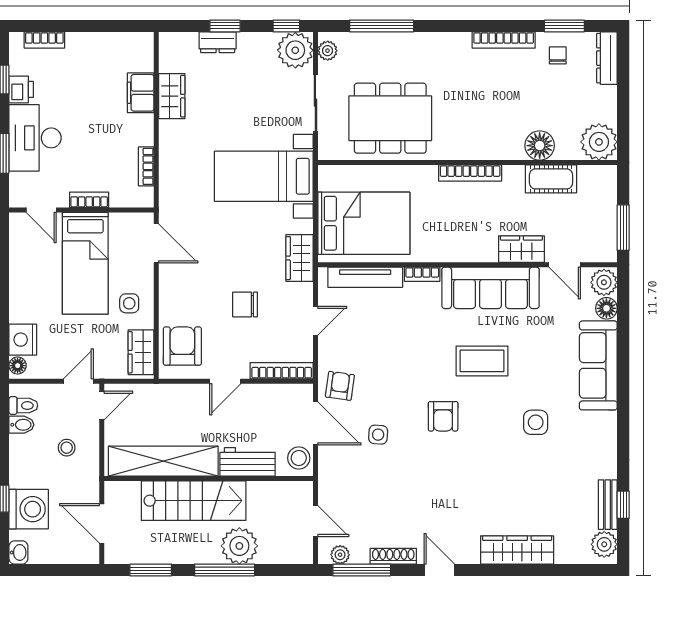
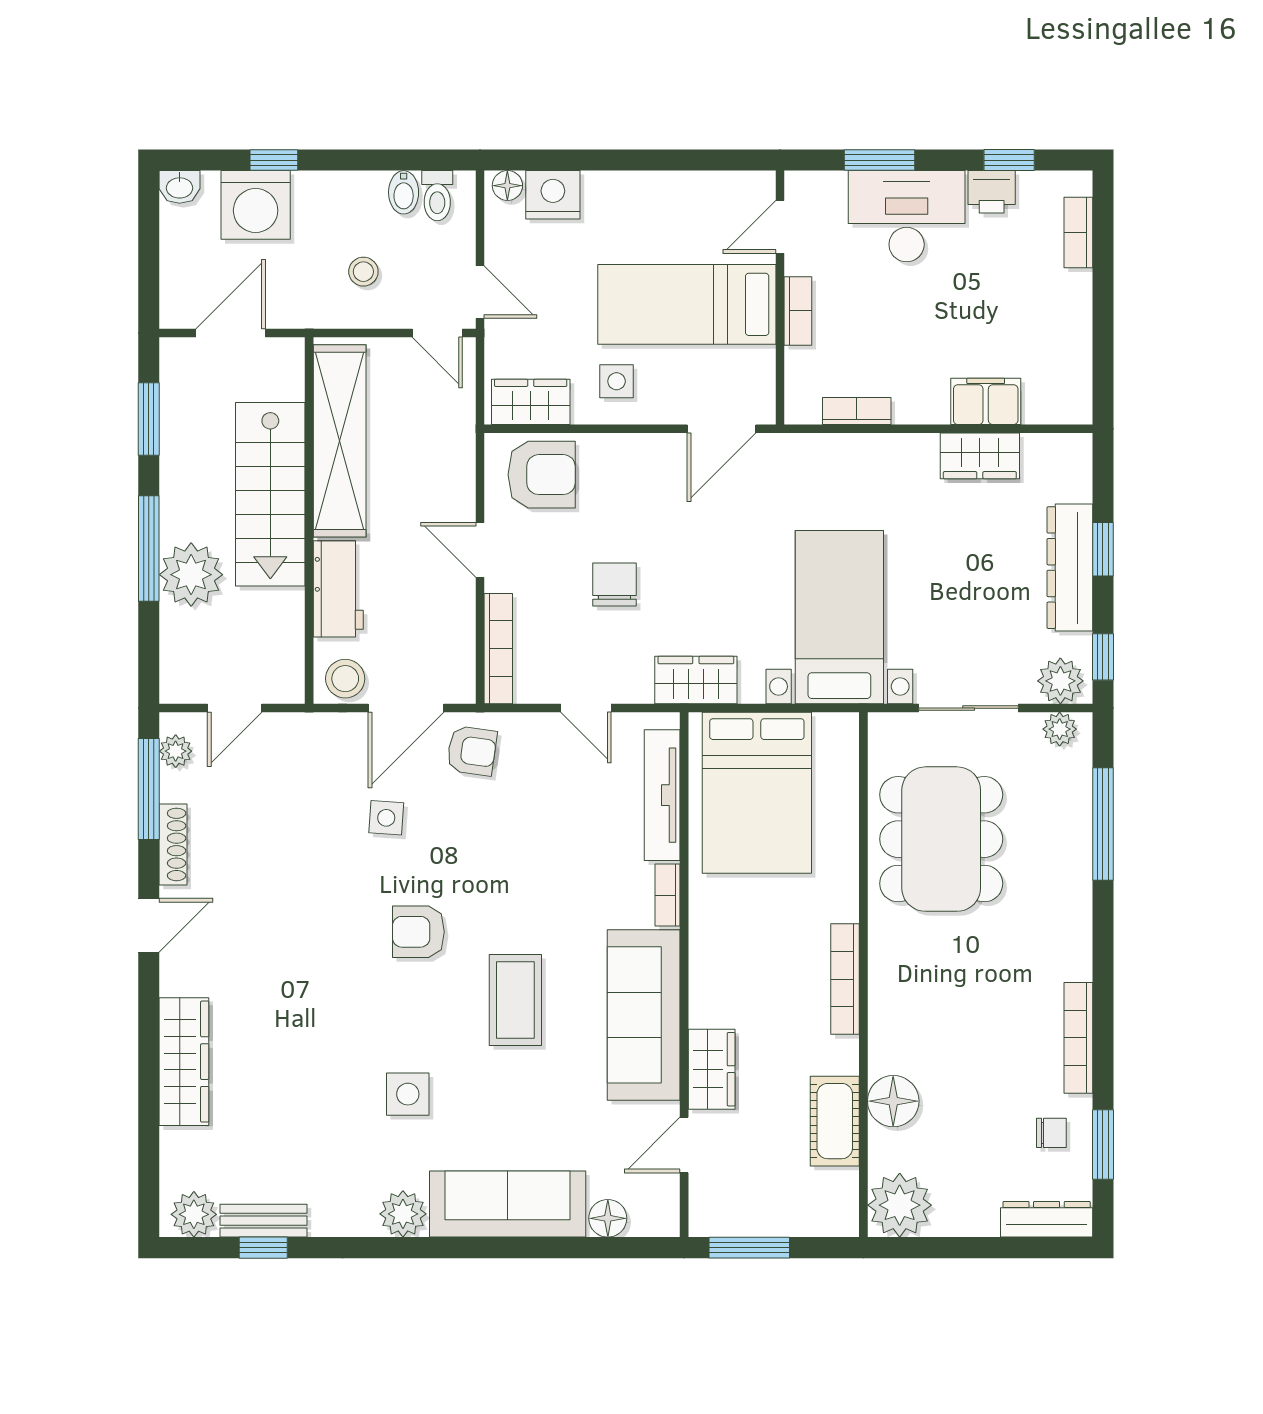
dresser: (218, 42) -> (1070, 568), width x1.96, depth x1.24
plant: (295, 50) -> (1060, 681), width x0.73, depth x0.73
plant: (604, 282) -> (403, 1214), moved

